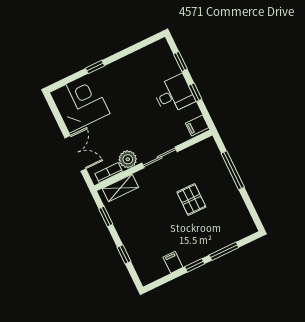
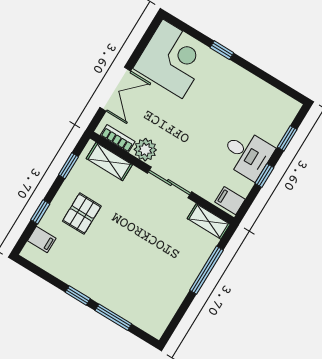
shelving: (202, 148) -> (209, 221), added
pallet: (191, 199) -> (82, 214), moved
filing cabinet: (173, 262) -> (42, 240), moved, turned 90

